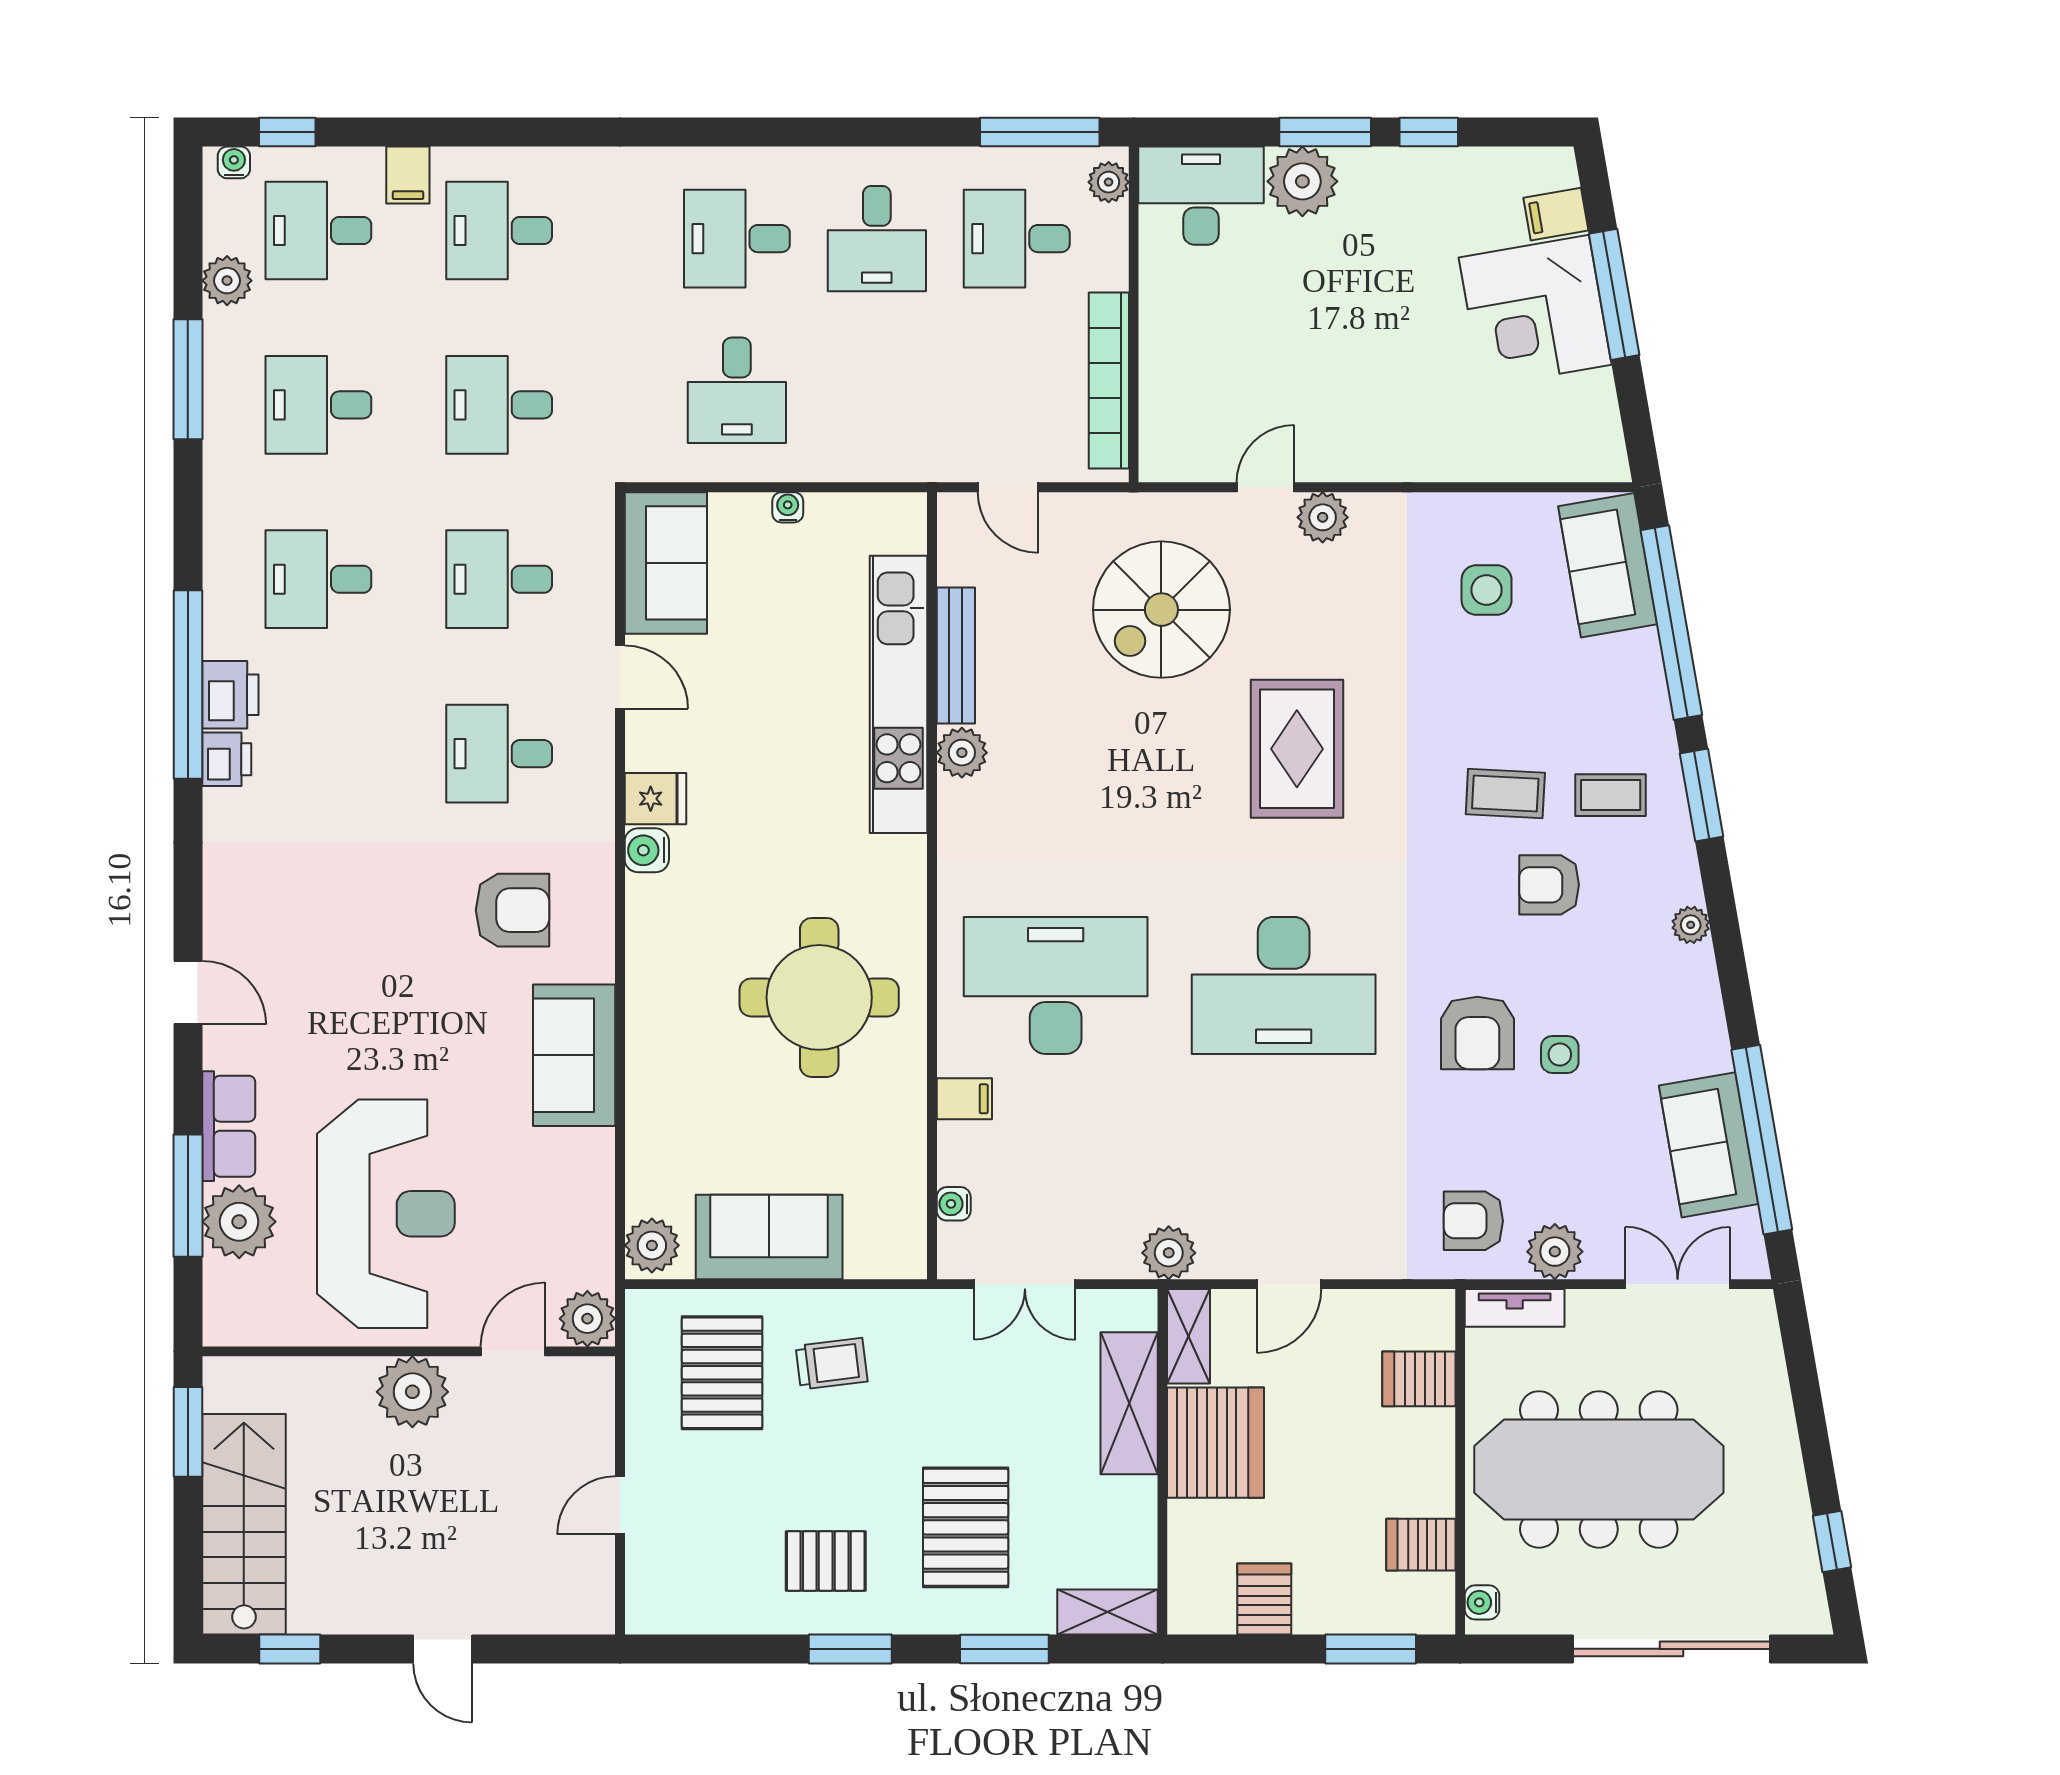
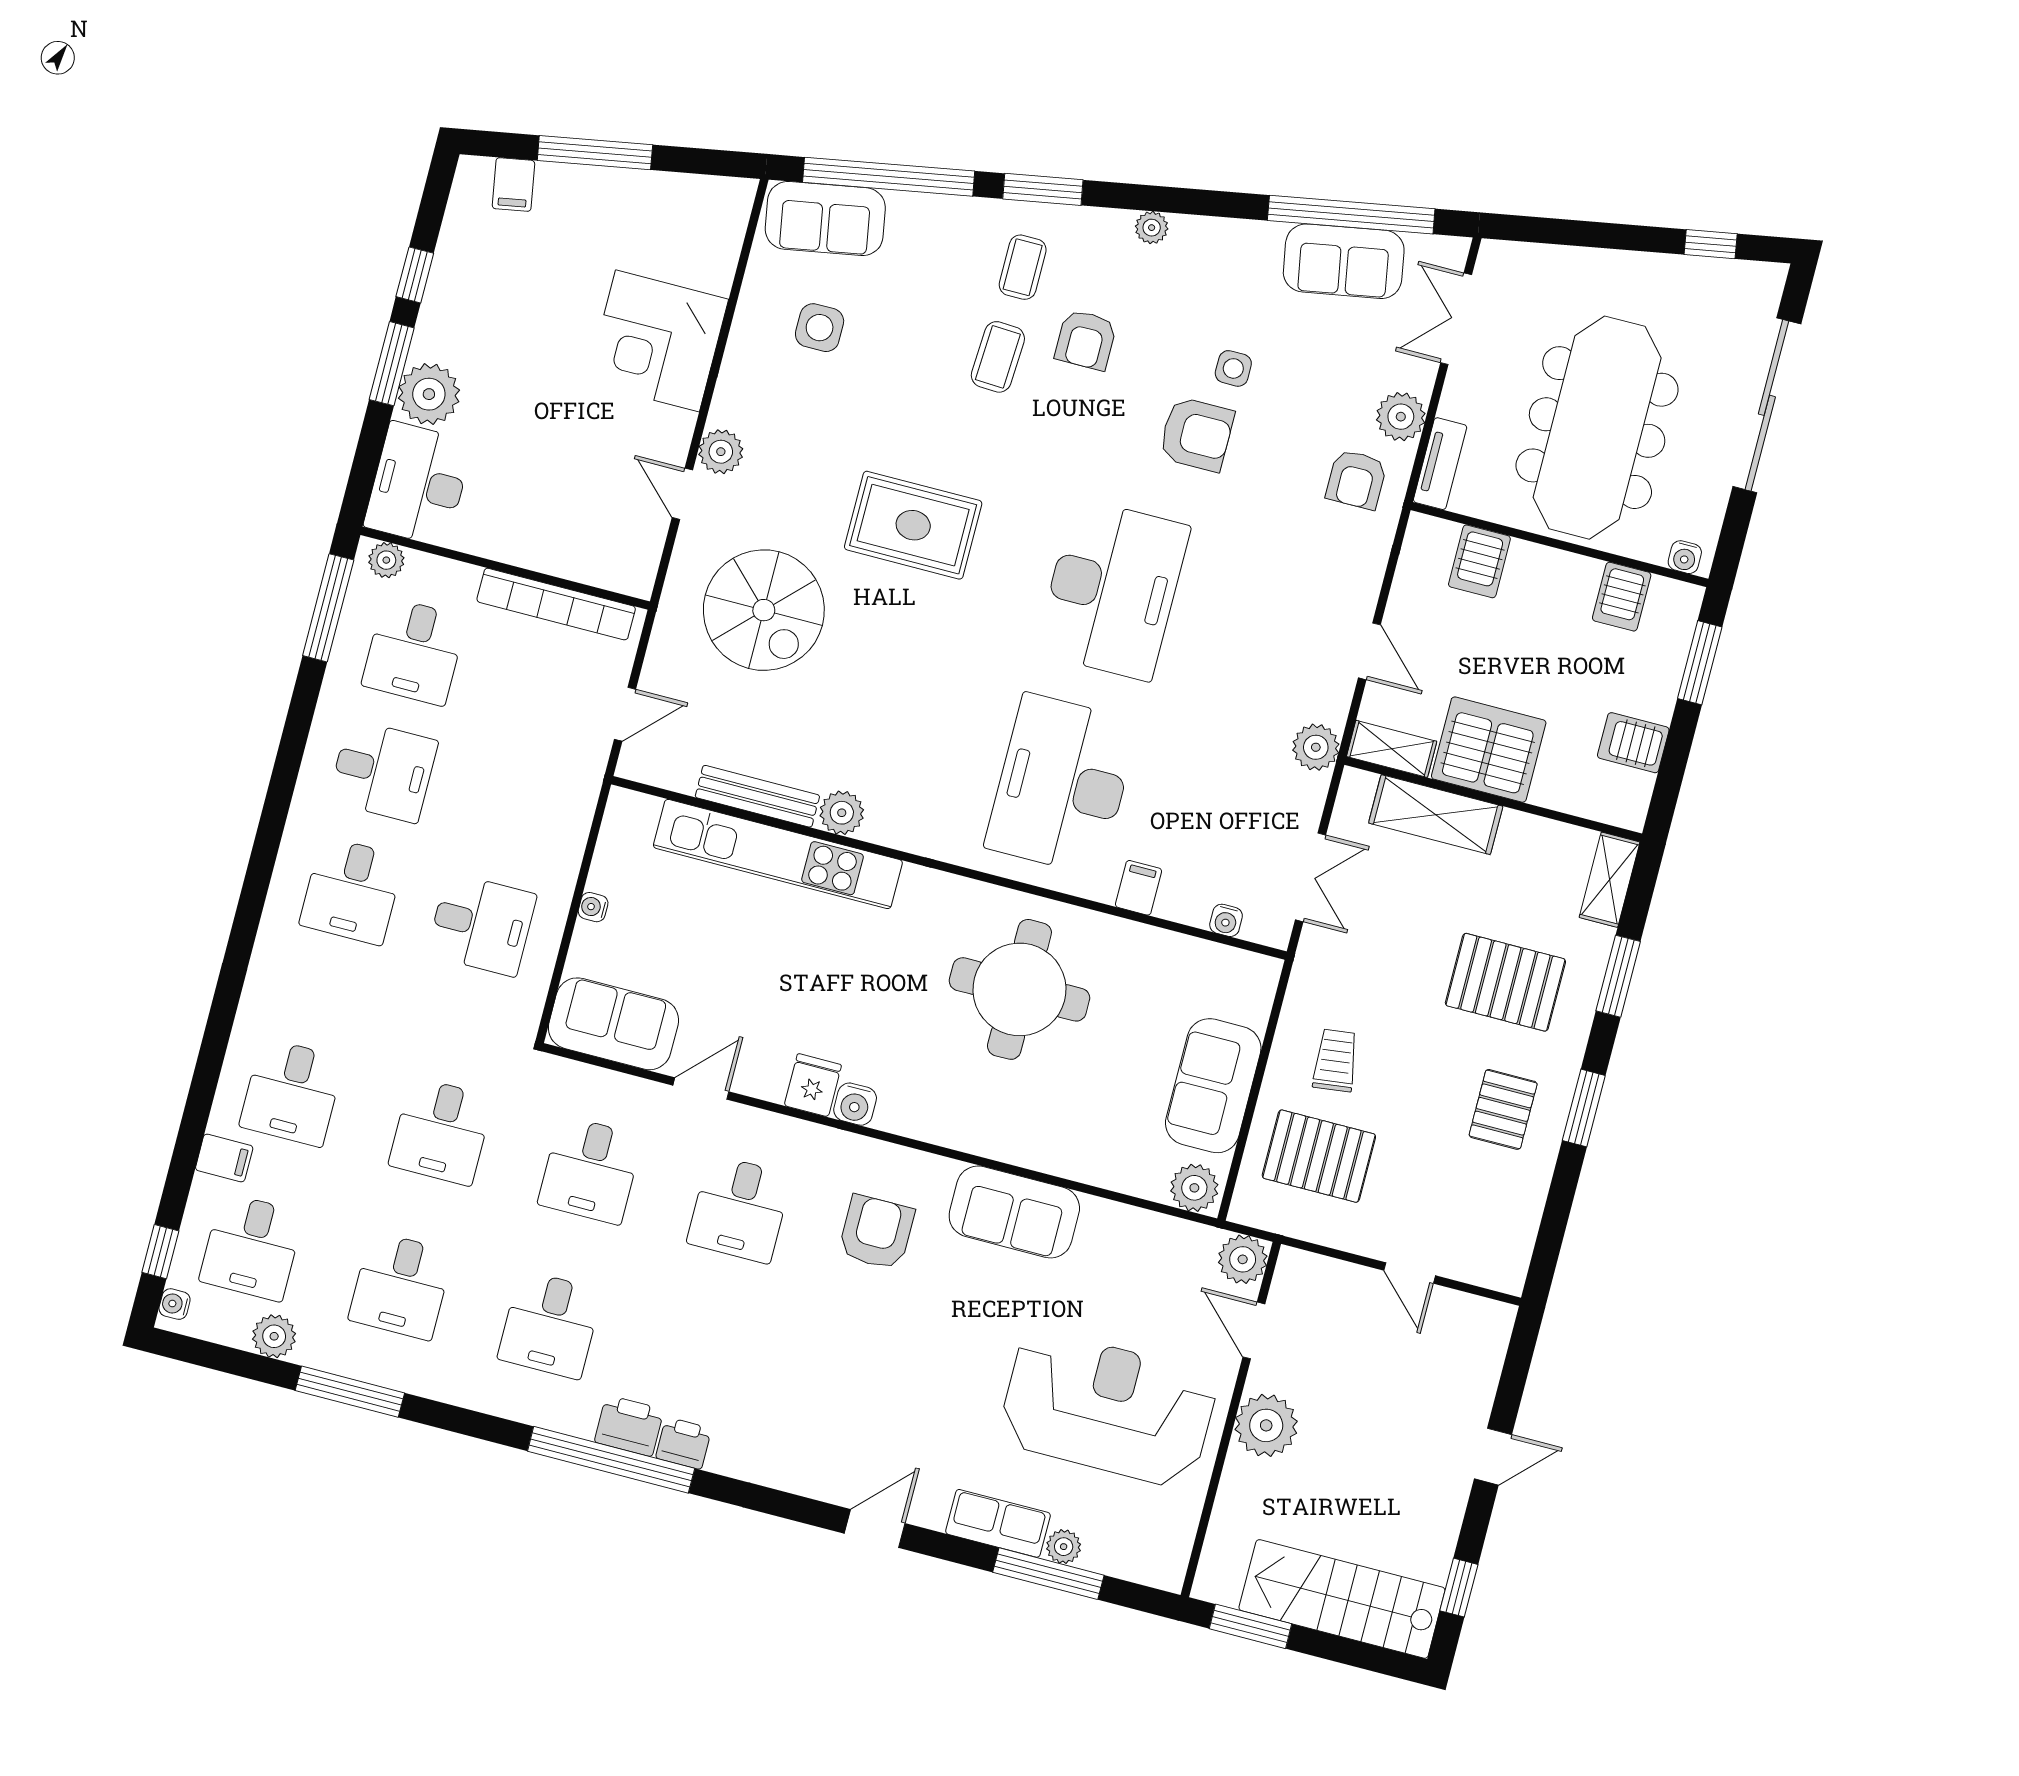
corner desk: (1535, 311) -> (657, 341), moved, turned 100
plant: (239, 1222) -> (1064, 1547), width x0.53, depth x0.53

